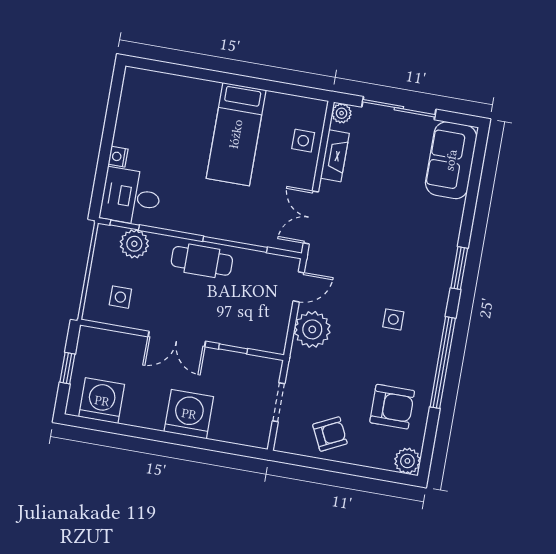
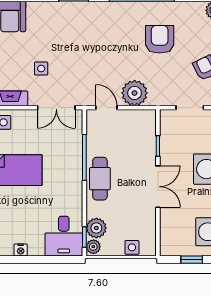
nightstand: (118, 157) -> (21, 250), moved
plant: (109, 235) -> (93, 247), added
side table: (120, 297) -> (132, 247), moved
side table: (393, 319) -> (41, 69), moved
armchair: (392, 407) -> (160, 39), moved

